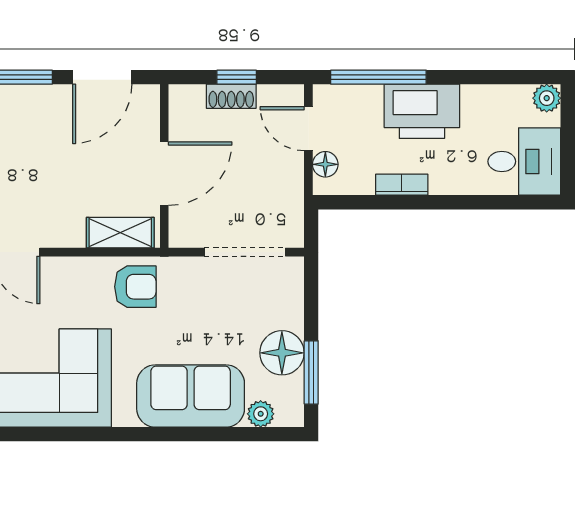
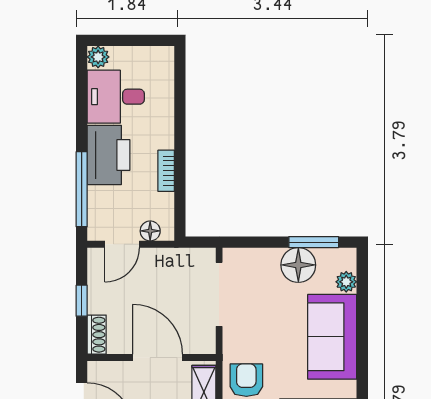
shoe rack: (231, 96) -> (97, 335), moved
desk: (524, 161) -> (116, 97), moved, turned -90

